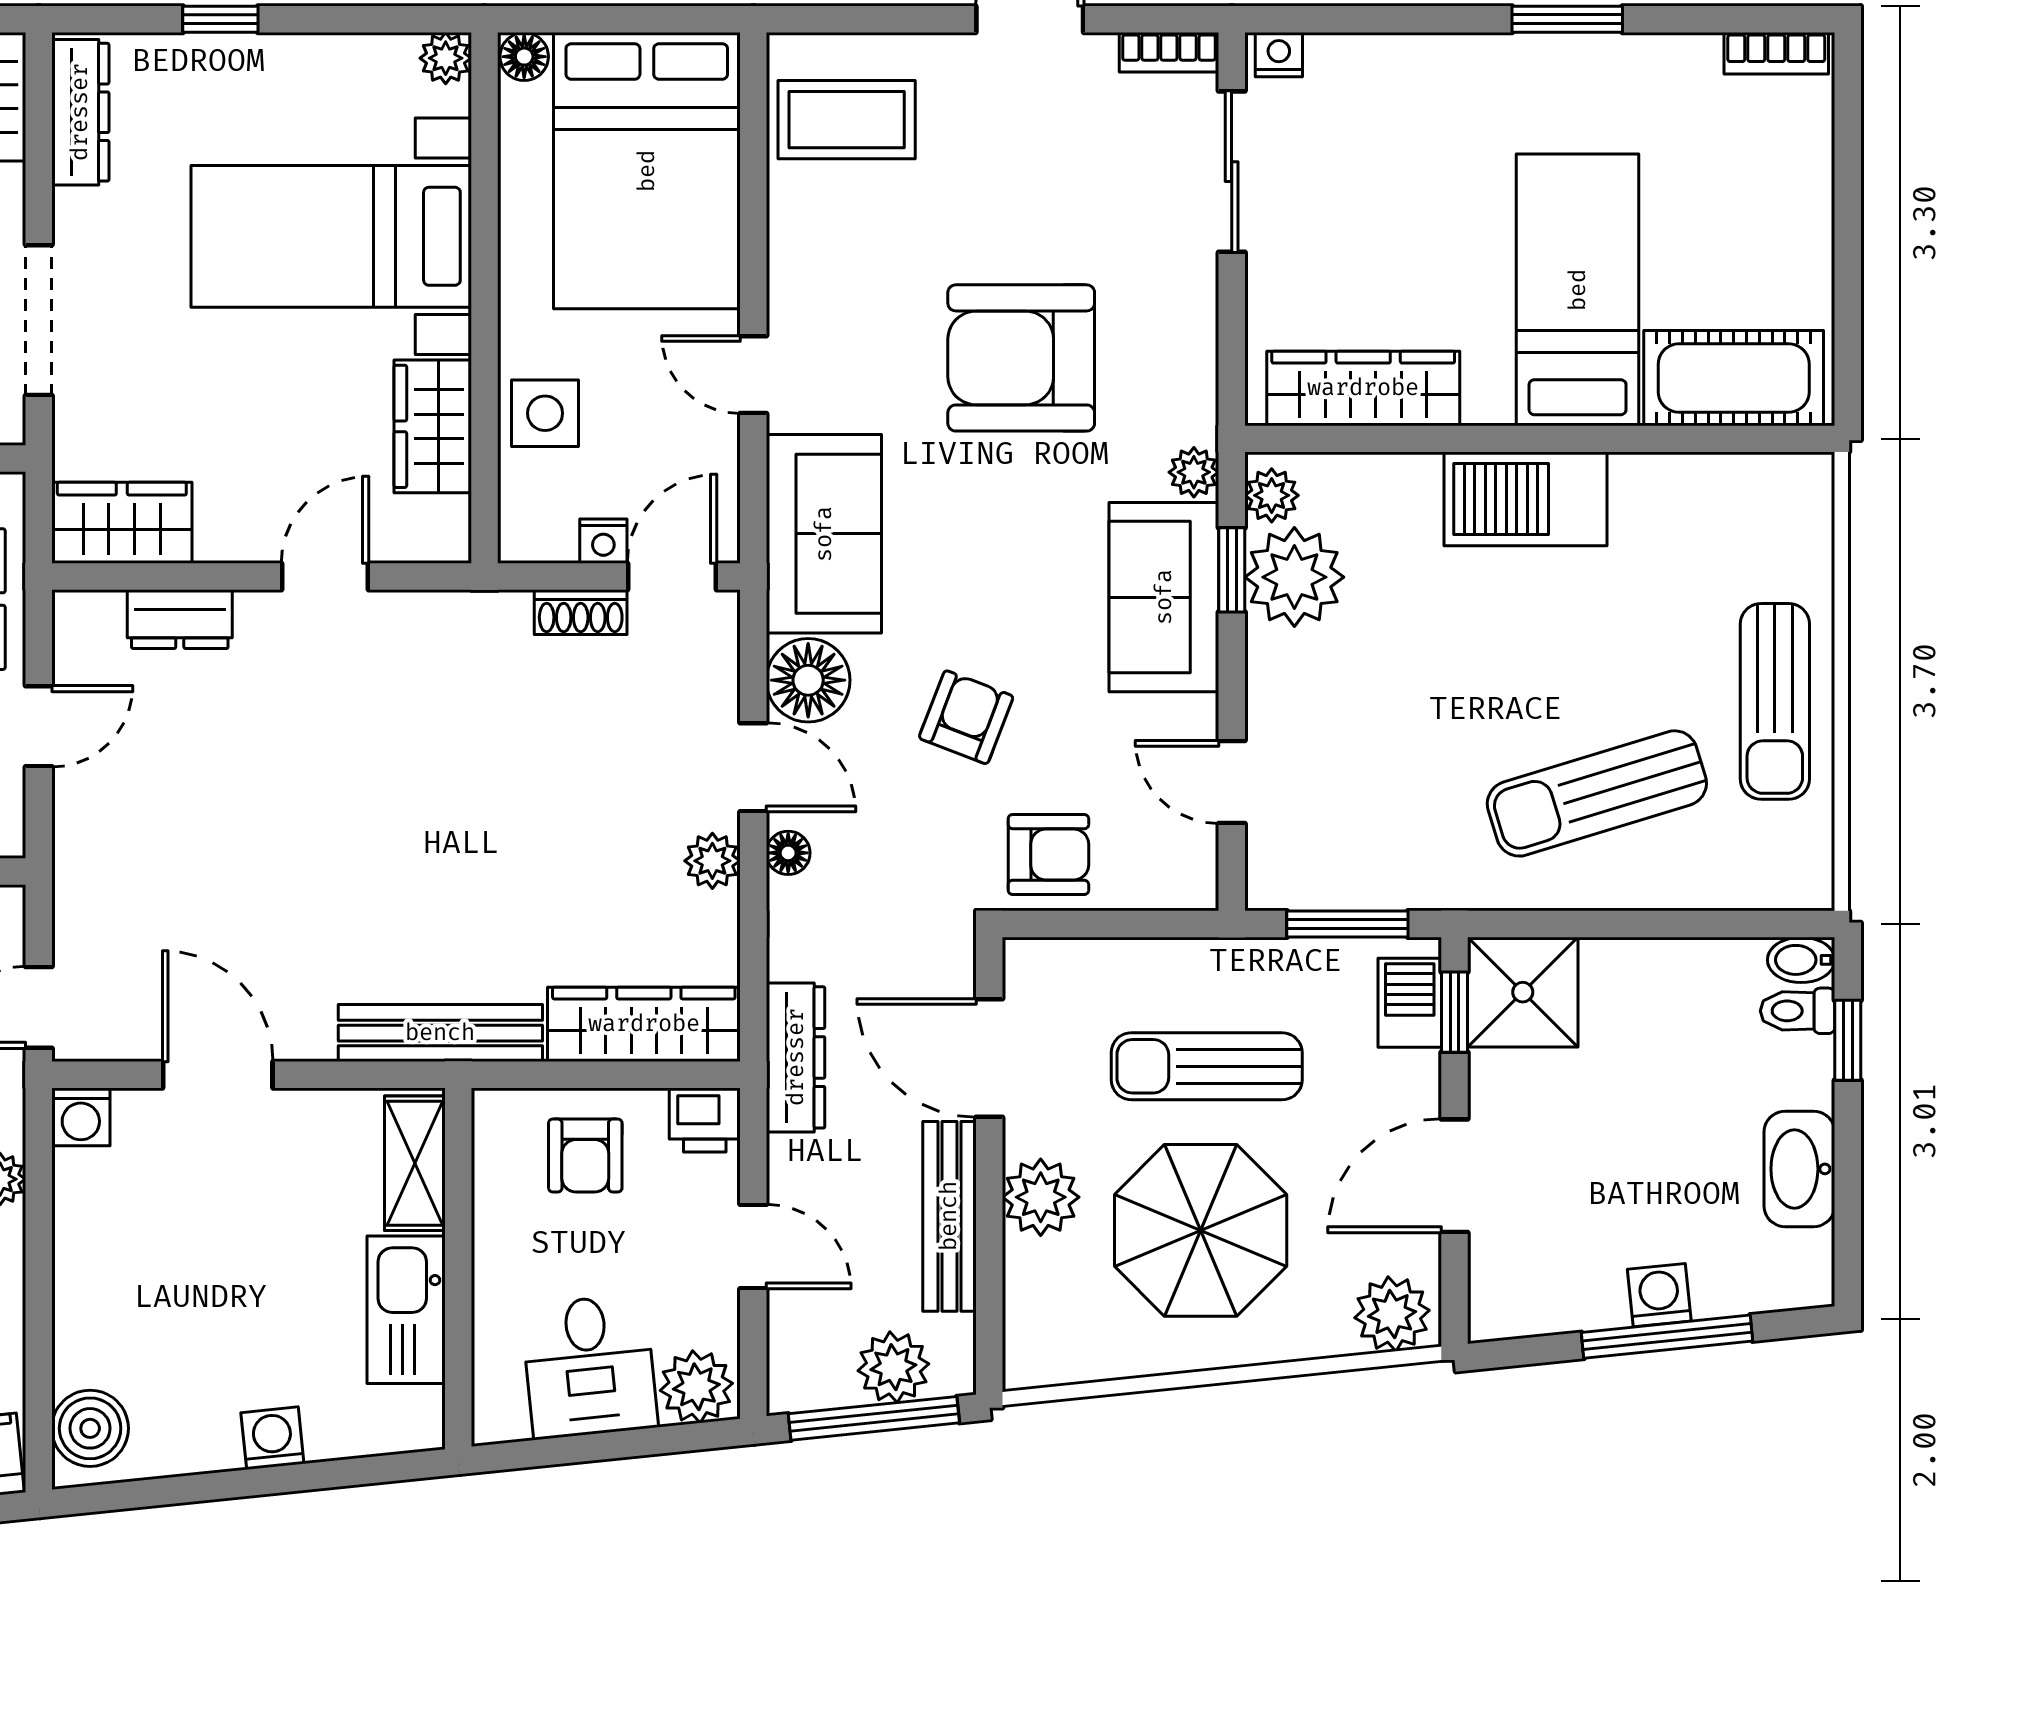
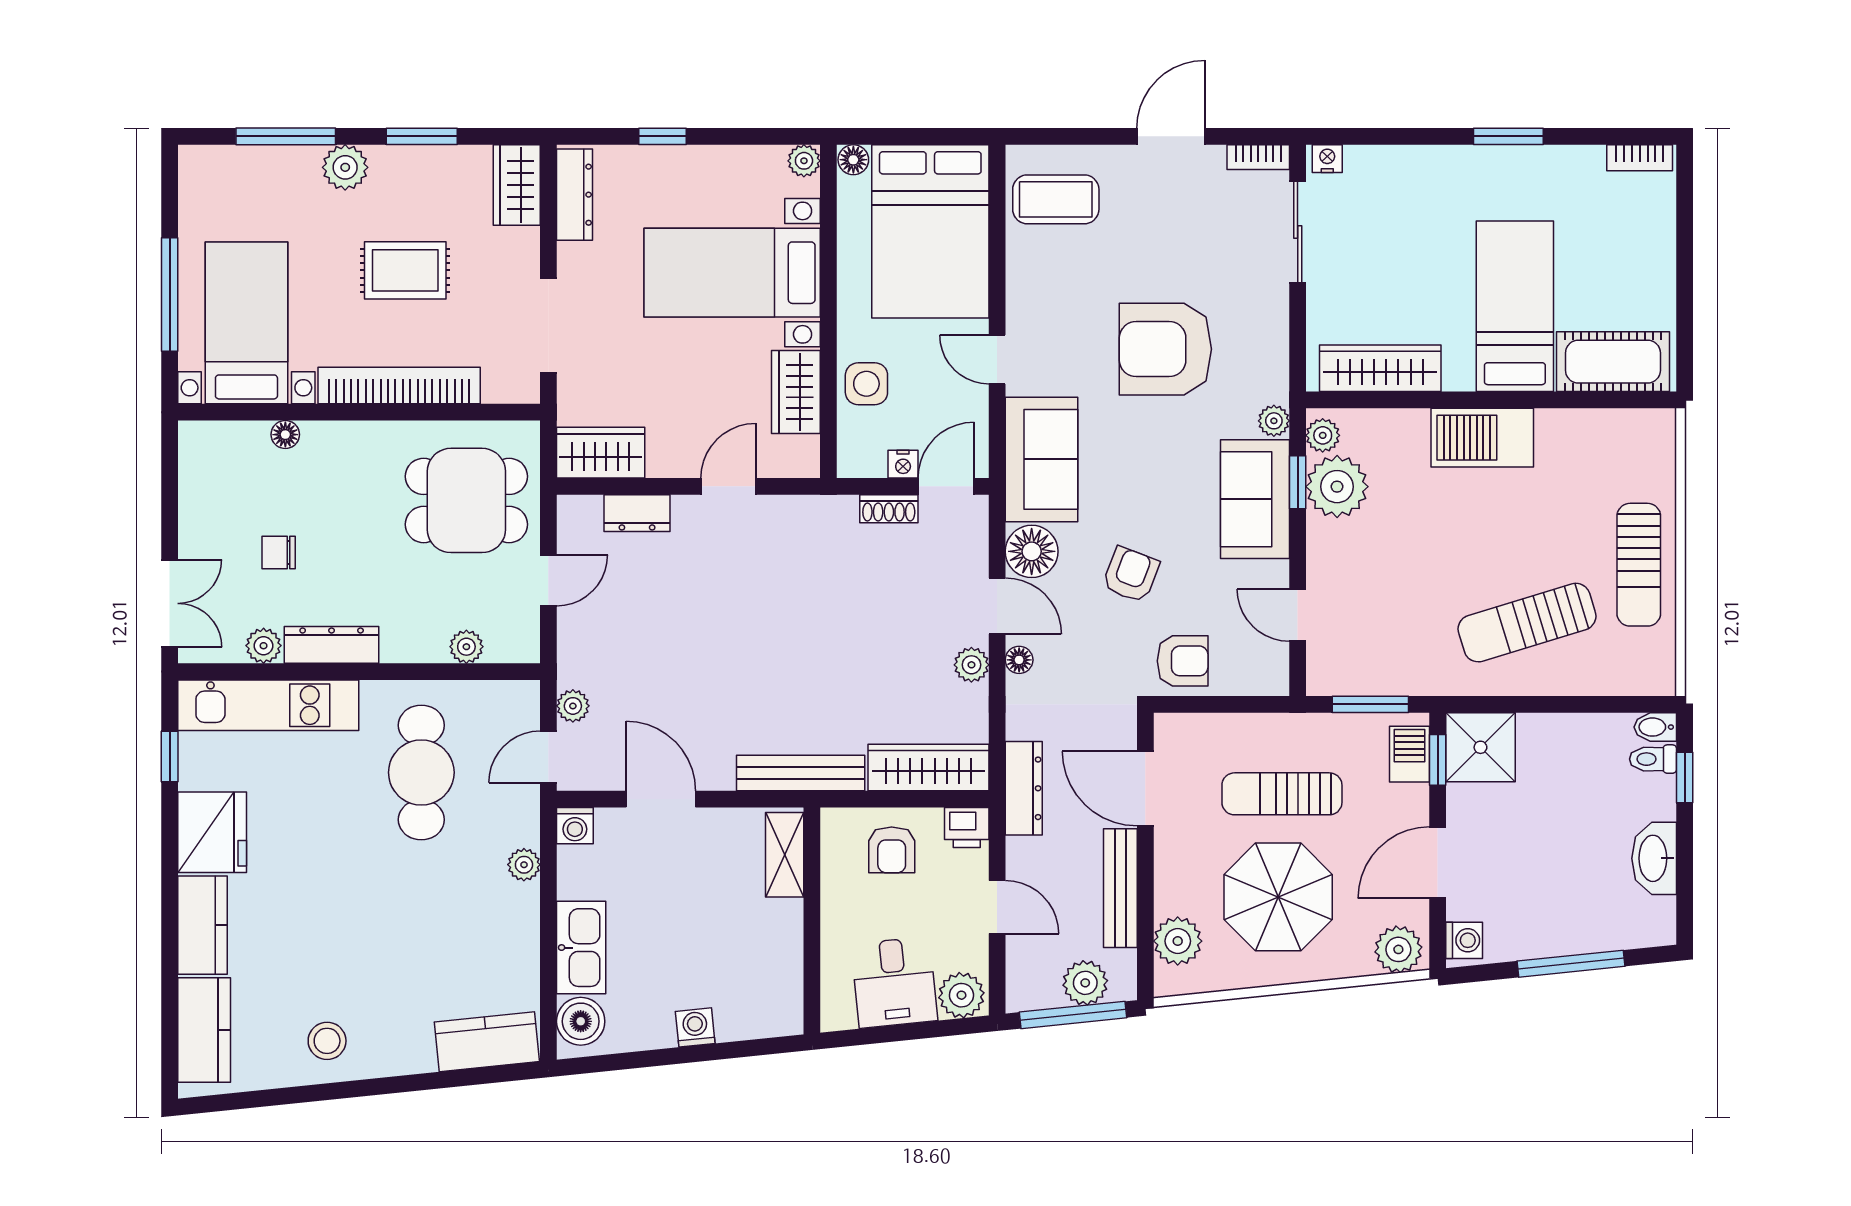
plant: (78, 926) -> (573, 706), added
plant: (1041, 1197) -> (1178, 941), moved
washing machine: (1659, 1295) -> (1464, 940), moved, turned 96
kitchen sink: (406, 1310) -> (581, 948), moved, turned 180

